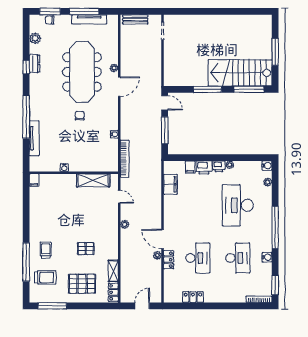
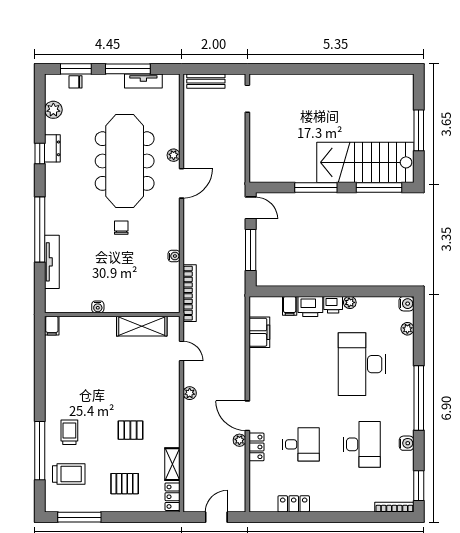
tv unit: (89, 19) -> (143, 81), width x0.71
desk: (198, 258) -> (301, 444), width x0.73
pallet: (82, 284) -> (125, 484), width x0.67, depth x0.71

